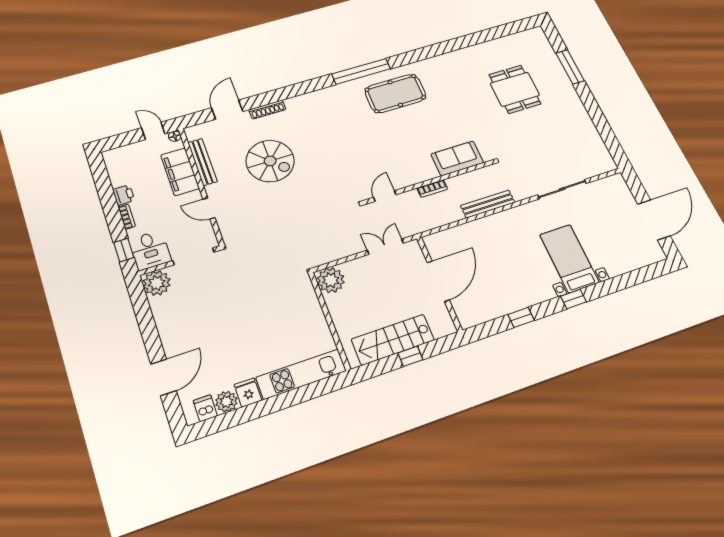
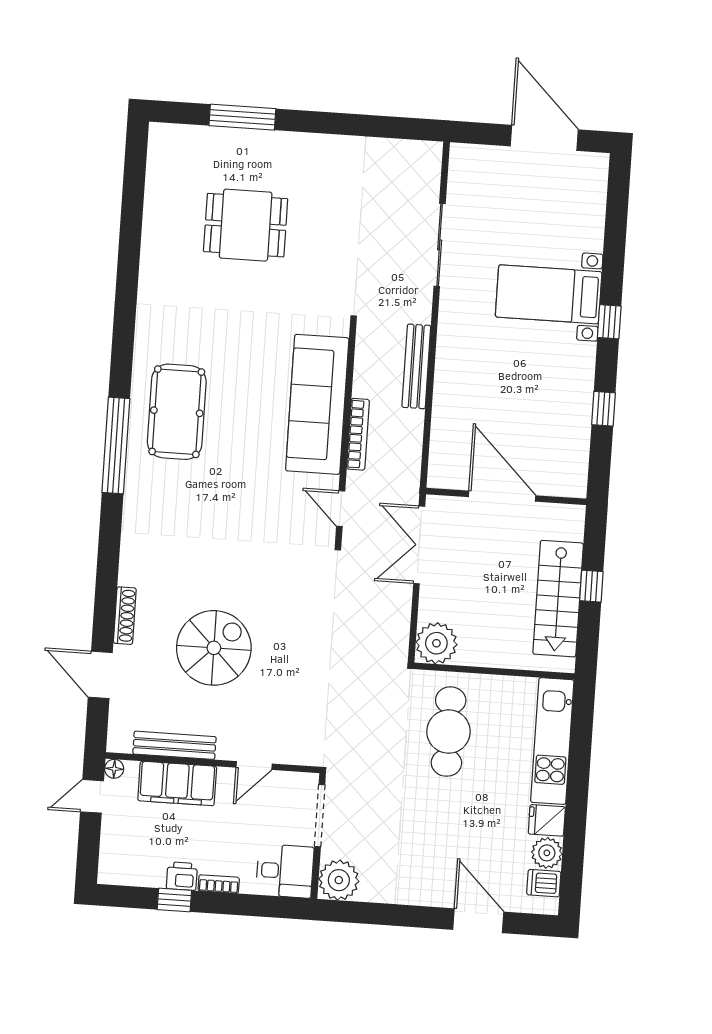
sofa: (457, 158) -> (317, 404), width x1.85, depth x1.27
bookcase: (432, 189) -> (358, 434), width x1.56
double door: (385, 247) -> (419, 545), width x1.37
window: (124, 250) -> (174, 900), moved
cafe table: (279, 309) -> (449, 732), added

